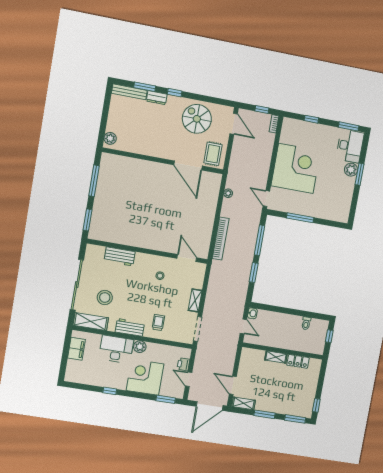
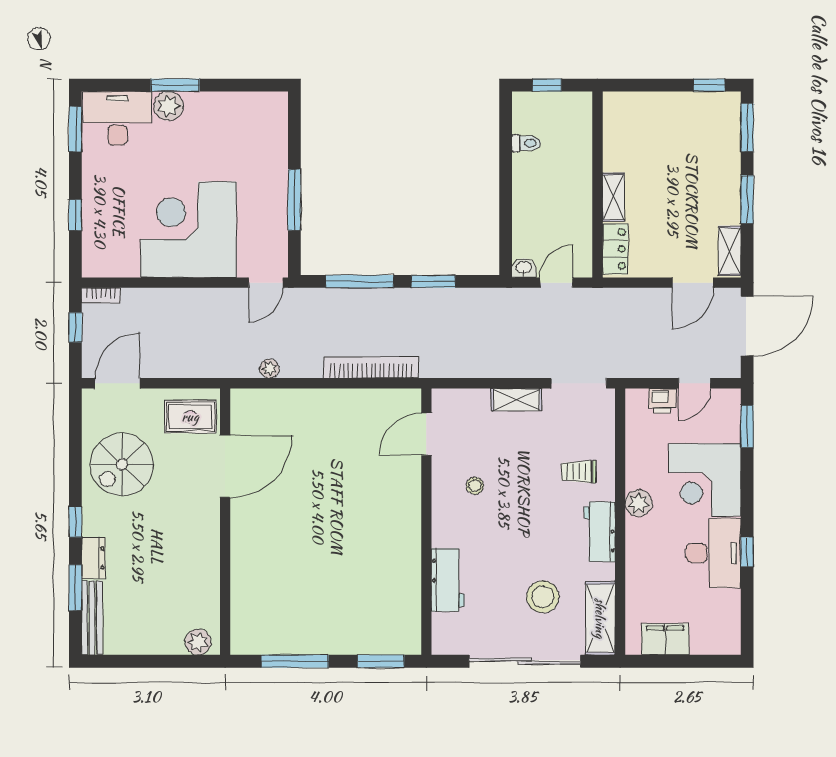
desk: (116, 349) -> (713, 553), moved, turned 180
locker: (298, 361) -> (615, 249), moved
door: (210, 406) -> (747, 326), hinge flipped

